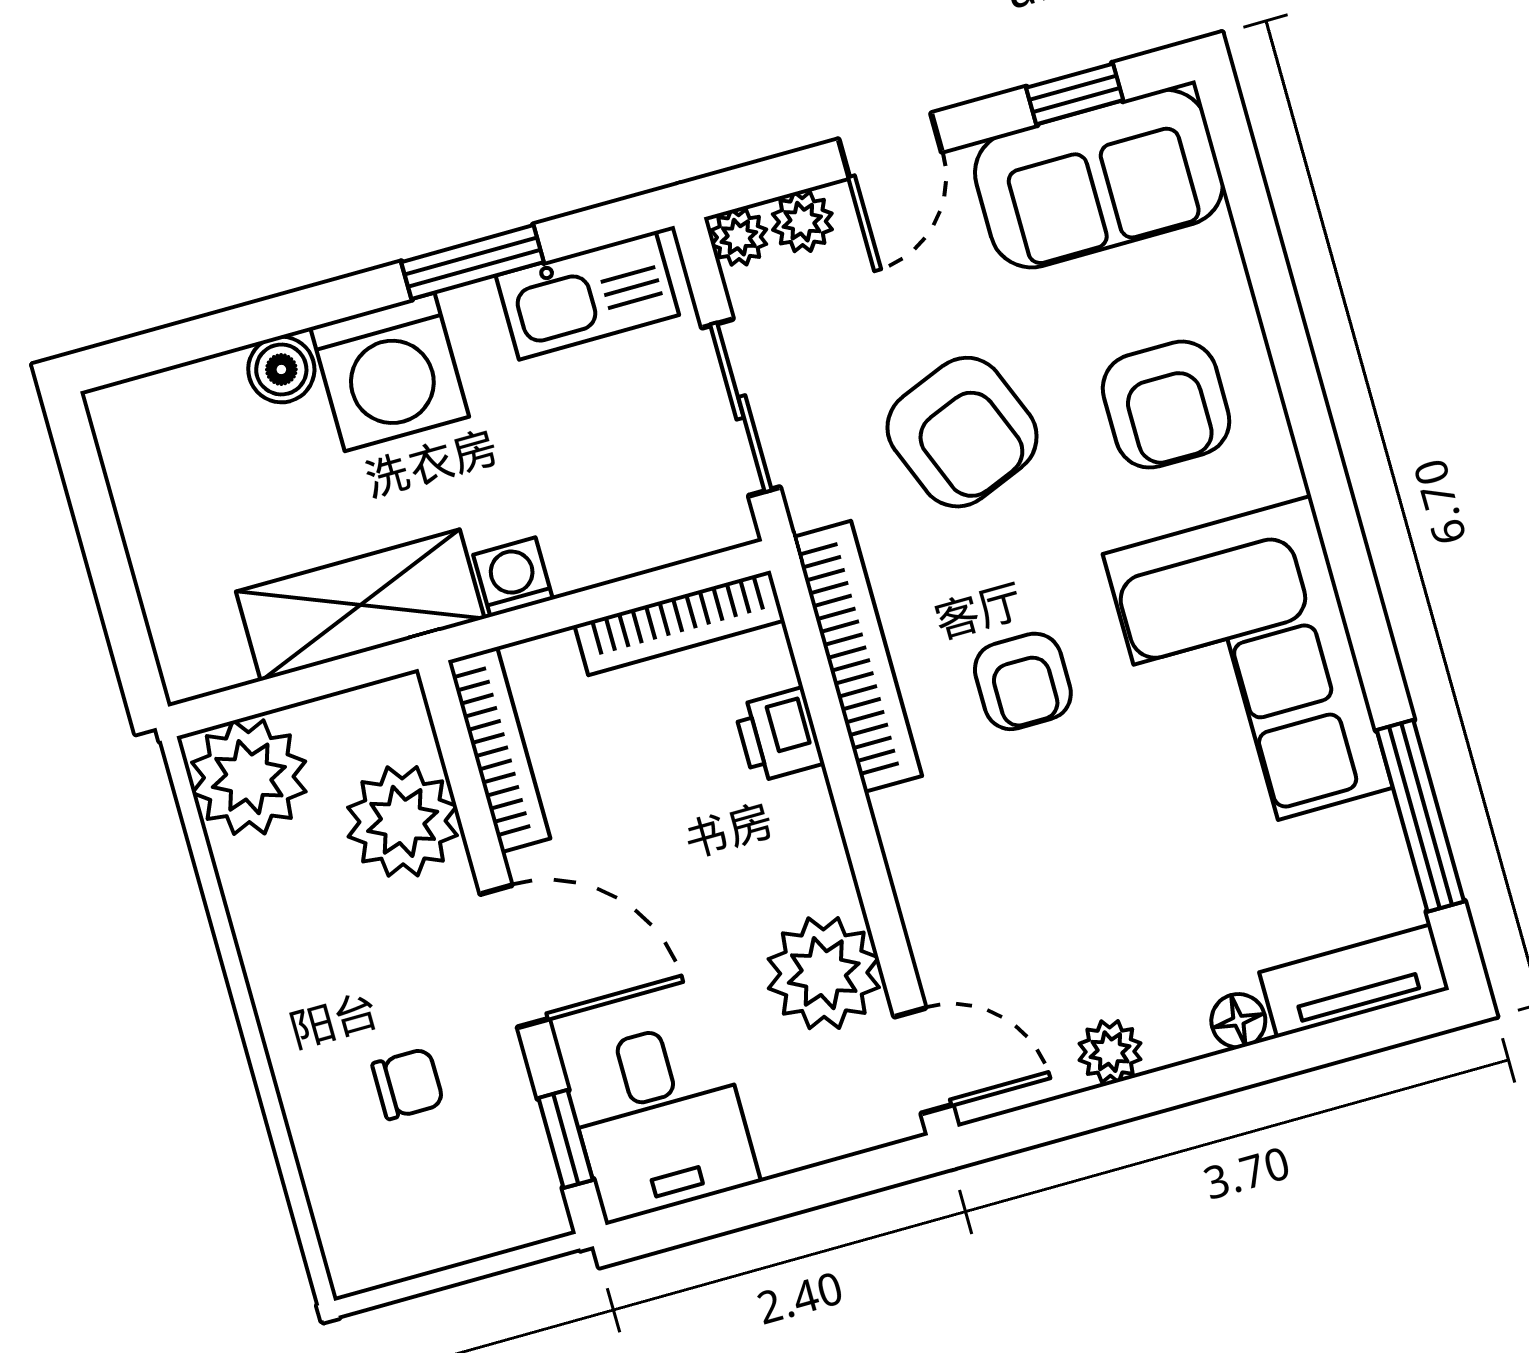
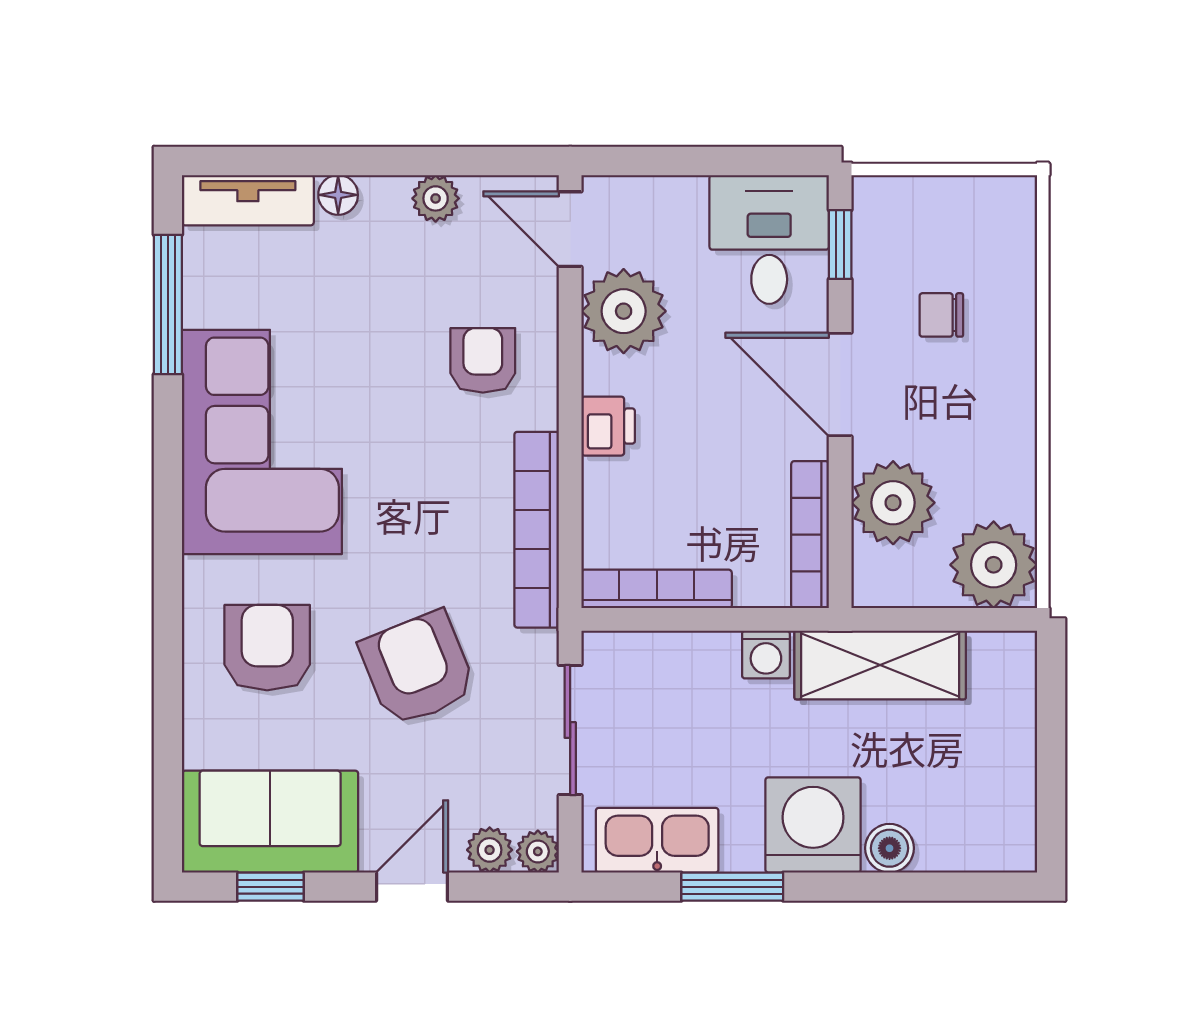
armchair: (1023, 681) -> (483, 360), moved
printer: (779, 735) -> (608, 426), moved

